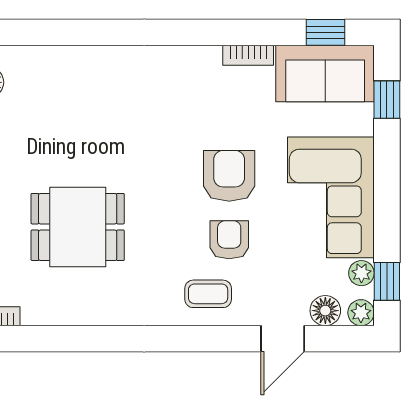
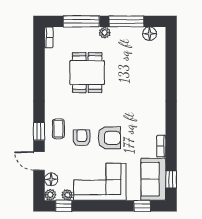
armchair: (229, 240) -> (82, 138), turned -90
window: (214, 339) -> (39, 131), added

